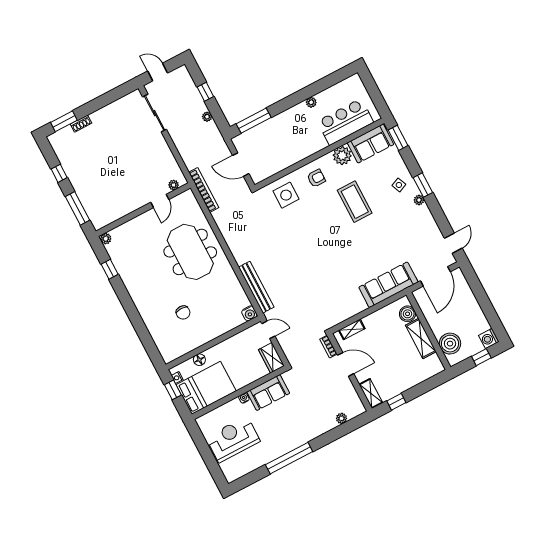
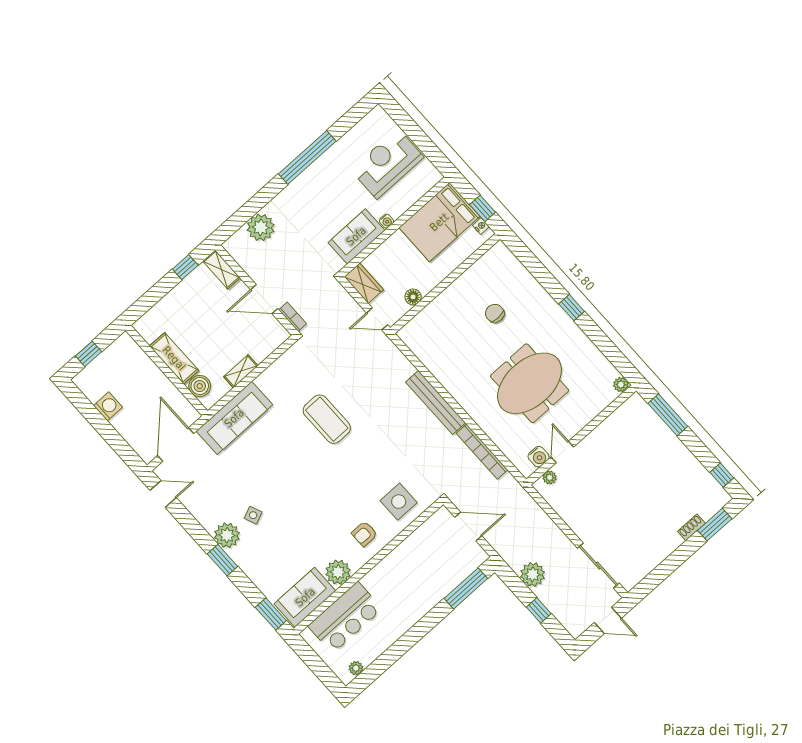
plant: (311, 102) -> (356, 668), moved
plant: (207, 117) -> (533, 574), width x1.88, depth x1.88
window: (59, 173) -> (722, 475), moved
side table: (399, 185) -> (253, 515), moved
bookcase: (204, 190) -> (482, 452), moved
plant: (419, 200) -> (227, 535), width x1.87, depth x1.87
coffee table: (355, 202) -> (327, 419), moved
door: (453, 243) -> (163, 494), swing flipped
meeting table: (190, 252) -> (530, 383), moved, turned 90
window: (110, 269) -> (572, 308), moved
bench: (256, 287) -> (436, 403), moved
water cooler: (249, 313) -> (539, 457), moved, turned 180
shelving: (352, 329) -> (241, 371), moved
washing machine: (489, 339) -> (108, 406), moved
boiler: (450, 344) -> (134, 361), removed
floor lamp: (199, 360) -> (413, 297), moved
plant: (342, 418) -> (261, 227), width x1.88, depth x1.88
reception desk: (233, 439) -> (387, 164), turned 180

